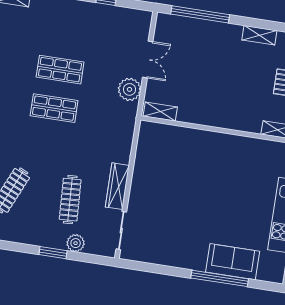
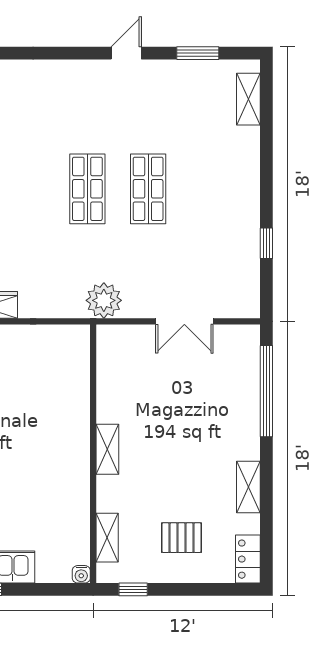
plant: (130, 89) -> (104, 300), moved
shelving: (160, 112) -> (107, 449), moved

